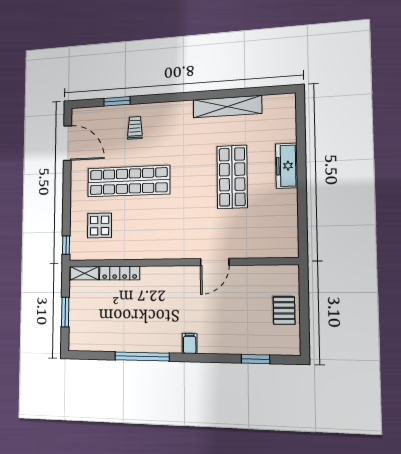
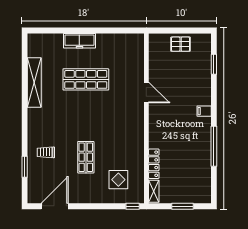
shop shelf: (128, 181) -> (86, 157), width x0.50, depth x0.74

